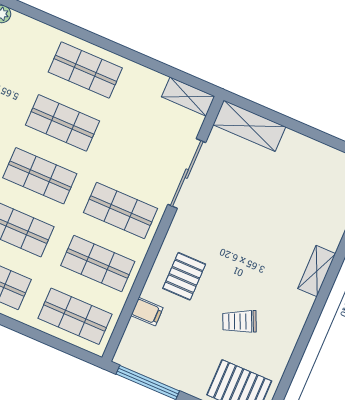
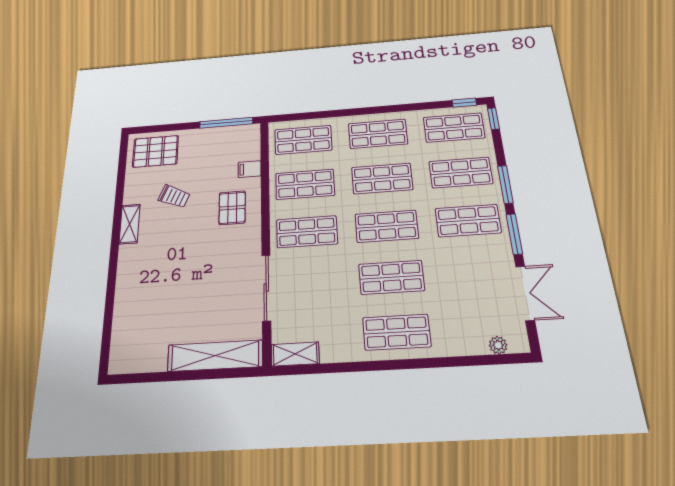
shelving: (249, 126) -> (215, 356), width x1.47
shelving: (317, 271) -> (130, 224), moved
trolley: (240, 321) -> (174, 196), turned 47

